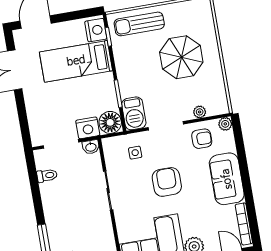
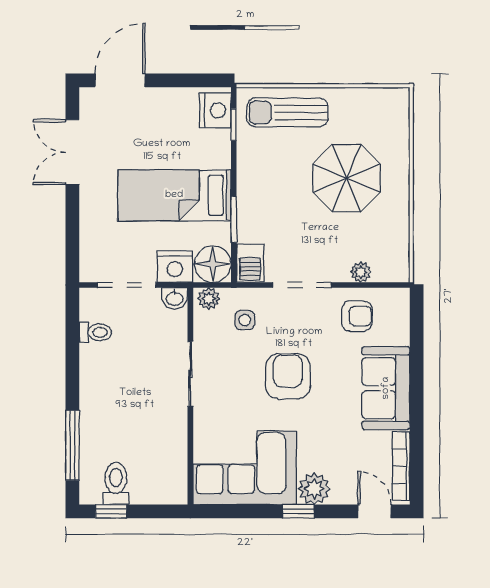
bed: (76, 61) -> (174, 195), moved
barbecue: (134, 113) -> (250, 263), width x0.73, depth x0.79
plant: (225, 124) -> (209, 299), moved

